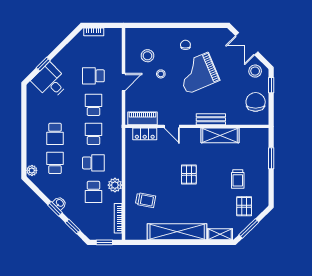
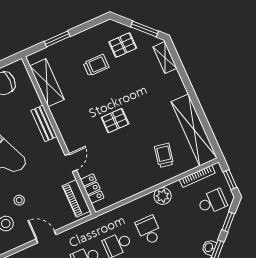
shelving: (220, 135) -> (47, 83), moved
school desk: (93, 192) -> (212, 202), moved
shelving: (177, 232) -> (194, 130), moved

